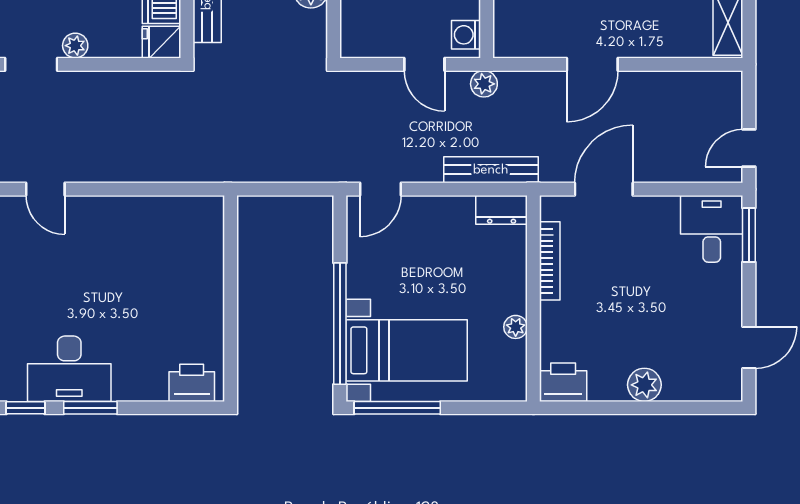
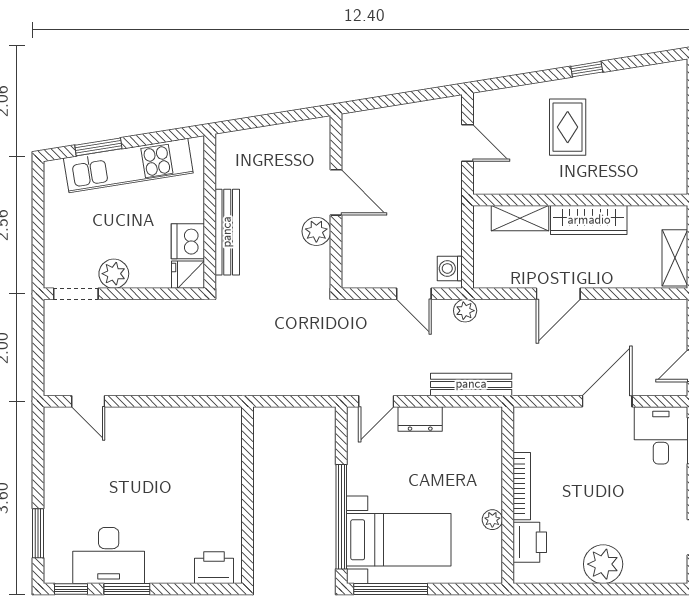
plant: (75, 46) -> (114, 274), width x1.38, depth x1.38
door: (604, 189) -> (607, 401), moved
dresser: (502, 210) -> (420, 419), moved
bookcase: (550, 261) -> (522, 486), moved
printer: (563, 382) -> (530, 542), moved, turned 90
plant: (644, 385) -> (603, 564), width x1.36, depth x1.36

